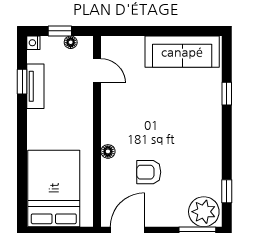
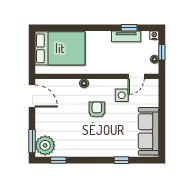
side table: (126, 93) -> (122, 95), added
armchair: (149, 172) -> (97, 110), moved

